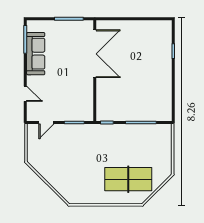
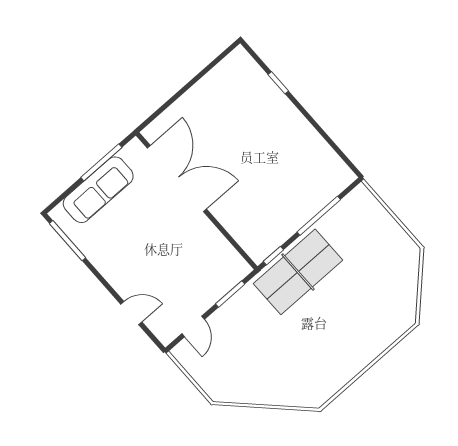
sofa: (36, 54) -> (98, 190), moved, turned 90
table tennis table: (128, 179) -> (298, 272), moved

